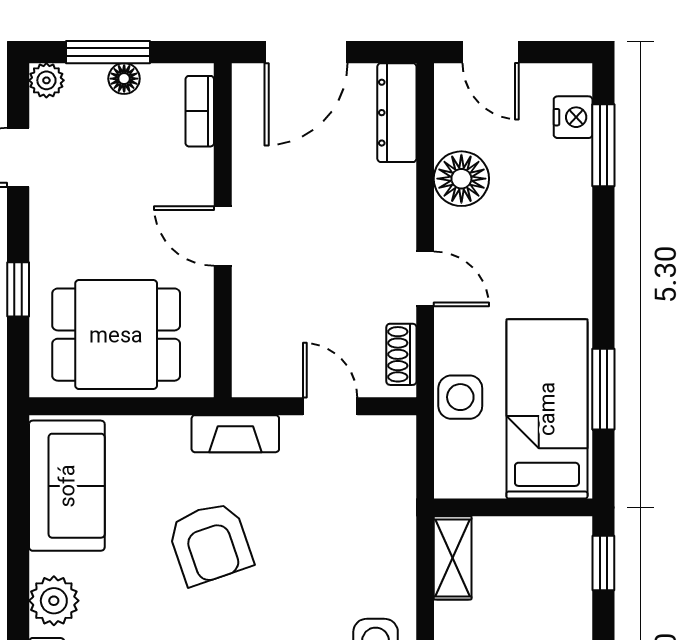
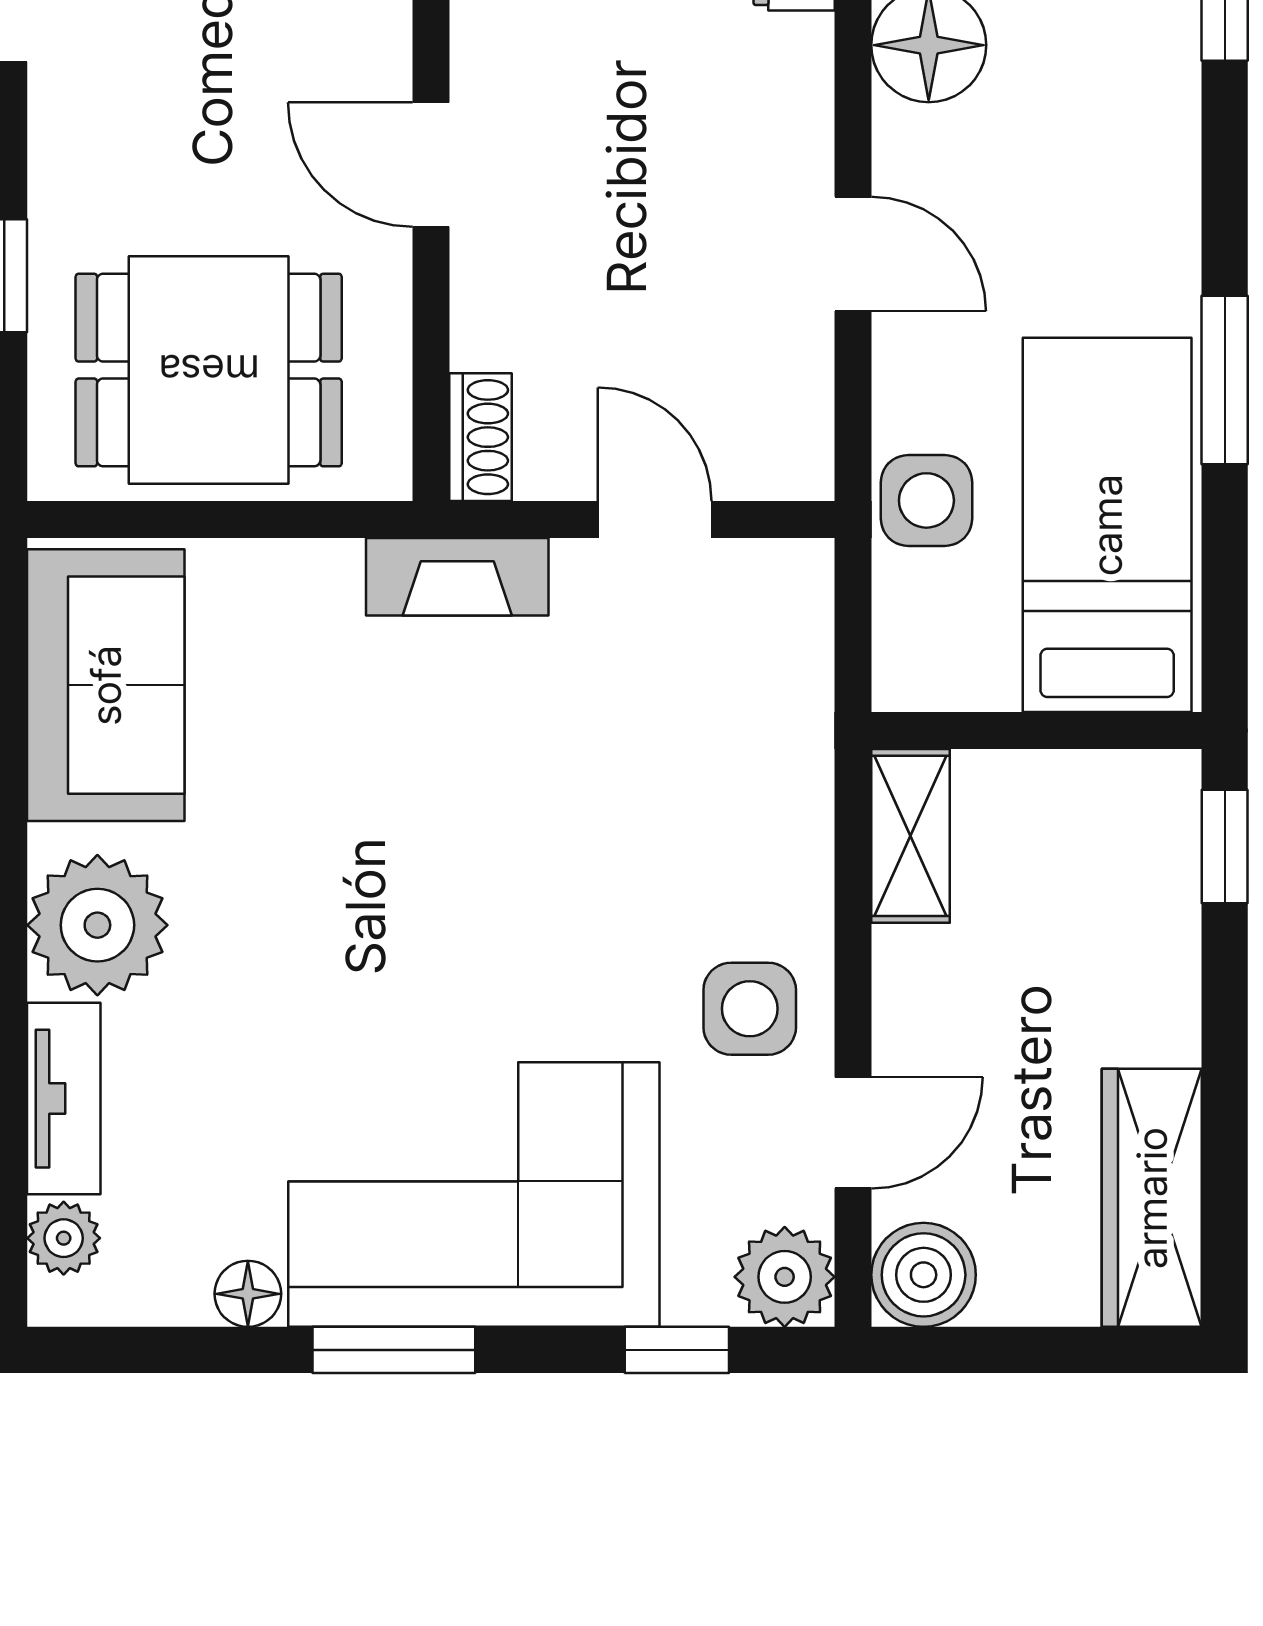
shoe rack: (401, 354) -> (480, 437), moved, turned 180
window: (603, 389) -> (1225, 380), moved
armchair: (210, 543) -> (405, 805), removed
plant: (54, 601) -> (97, 925), width x1.36, depth x1.36

